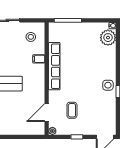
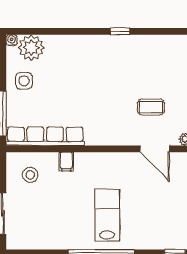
row of seats: (54, 66) -> (45, 136), moved
side table: (108, 85) -> (24, 81), moved

